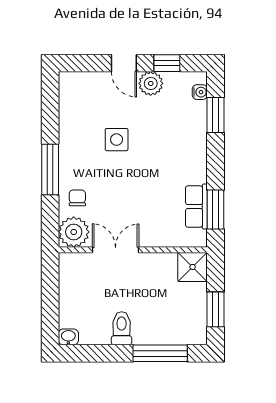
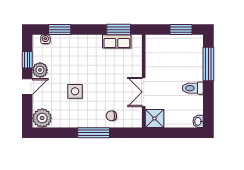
plant: (74, 232) -> (42, 118), moved
shower: (193, 267) -> (154, 118), moved

